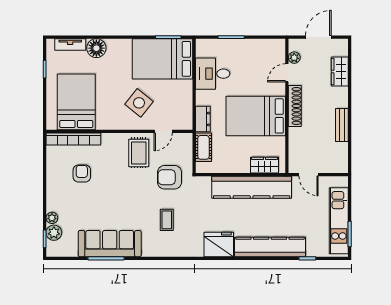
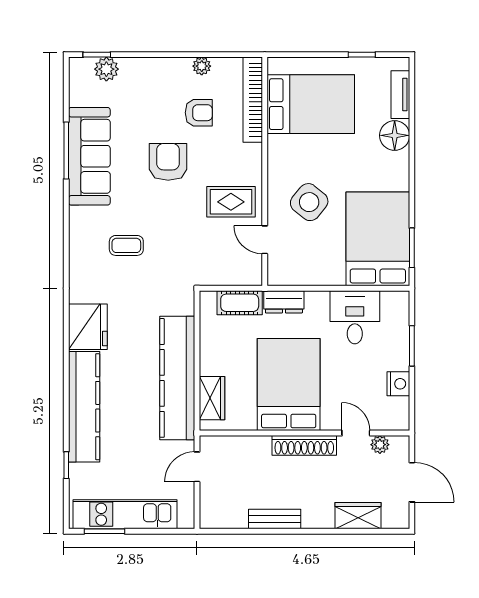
nightstand: (255, 46) -> (398, 384), added
armchair: (169, 177) -> (168, 162), moved
plant: (52, 218) -> (202, 66), moved

